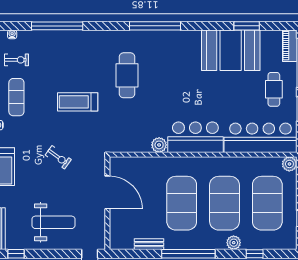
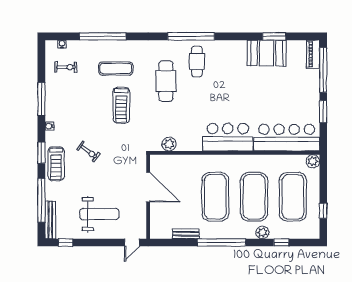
booth: (231, 50) -> (267, 53), width x0.73, depth x0.70
cafe table: (274, 89) -> (197, 61), moved
exercise mat: (16, 97) -> (116, 68), moved, turned 90
treadmill: (78, 102) -> (121, 105), turned -90
plant: (159, 145) -> (169, 144), moved
exercise bike: (58, 157) -> (89, 152), moved

